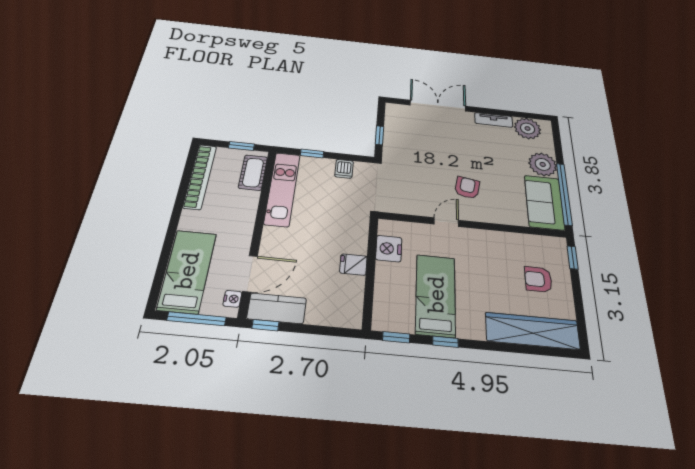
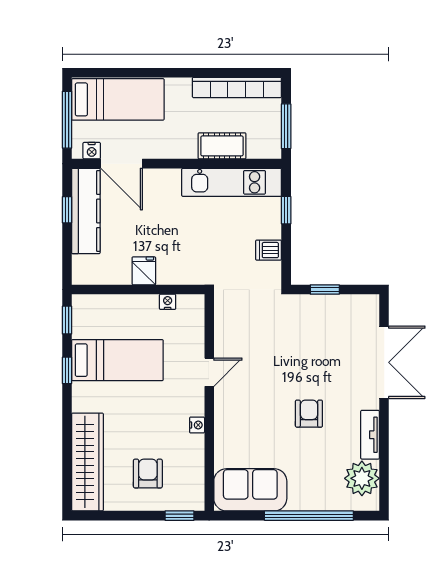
window: (241, 146) -> (286, 126), width x1.50
plant: (543, 164) -> (307, 493), removed
cot: (253, 173) -> (222, 146), moved
armchair: (467, 188) -> (309, 414), moved, turned -100
window: (564, 194) -> (309, 516), moved
door: (446, 222) -> (209, 372), hinge flipped
nightstand: (492, 236) -> (197, 425), added
nightstand: (389, 249) -> (168, 302), width x0.53, depth x0.56
kitchen counter: (277, 308) -> (86, 211), width x1.50
window: (266, 325) -> (67, 210), moved

